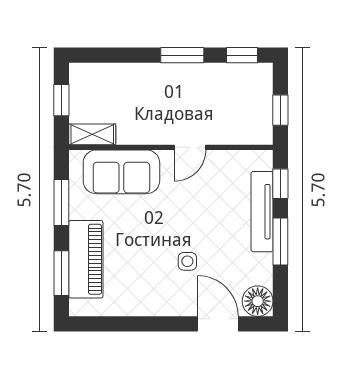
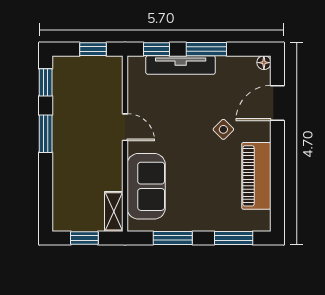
piano: (86, 259) -> (256, 176), moved, turned -90
side table: (187, 261) -> (223, 129), turned 45
floor lamp: (258, 301) -> (264, 63), width x0.53, depth x0.53

